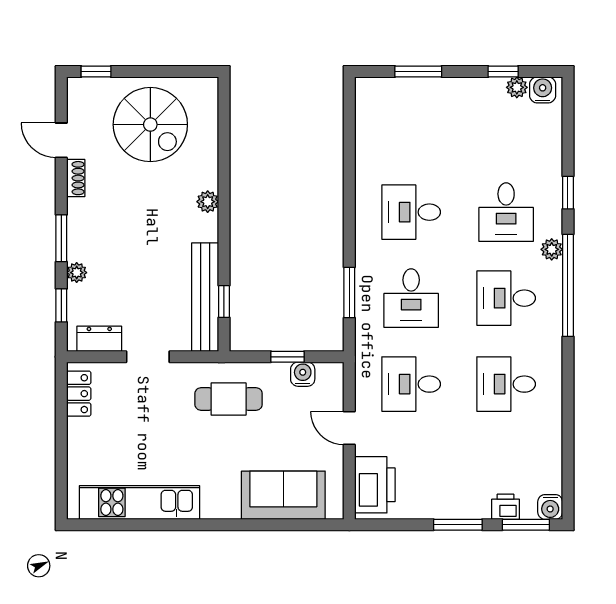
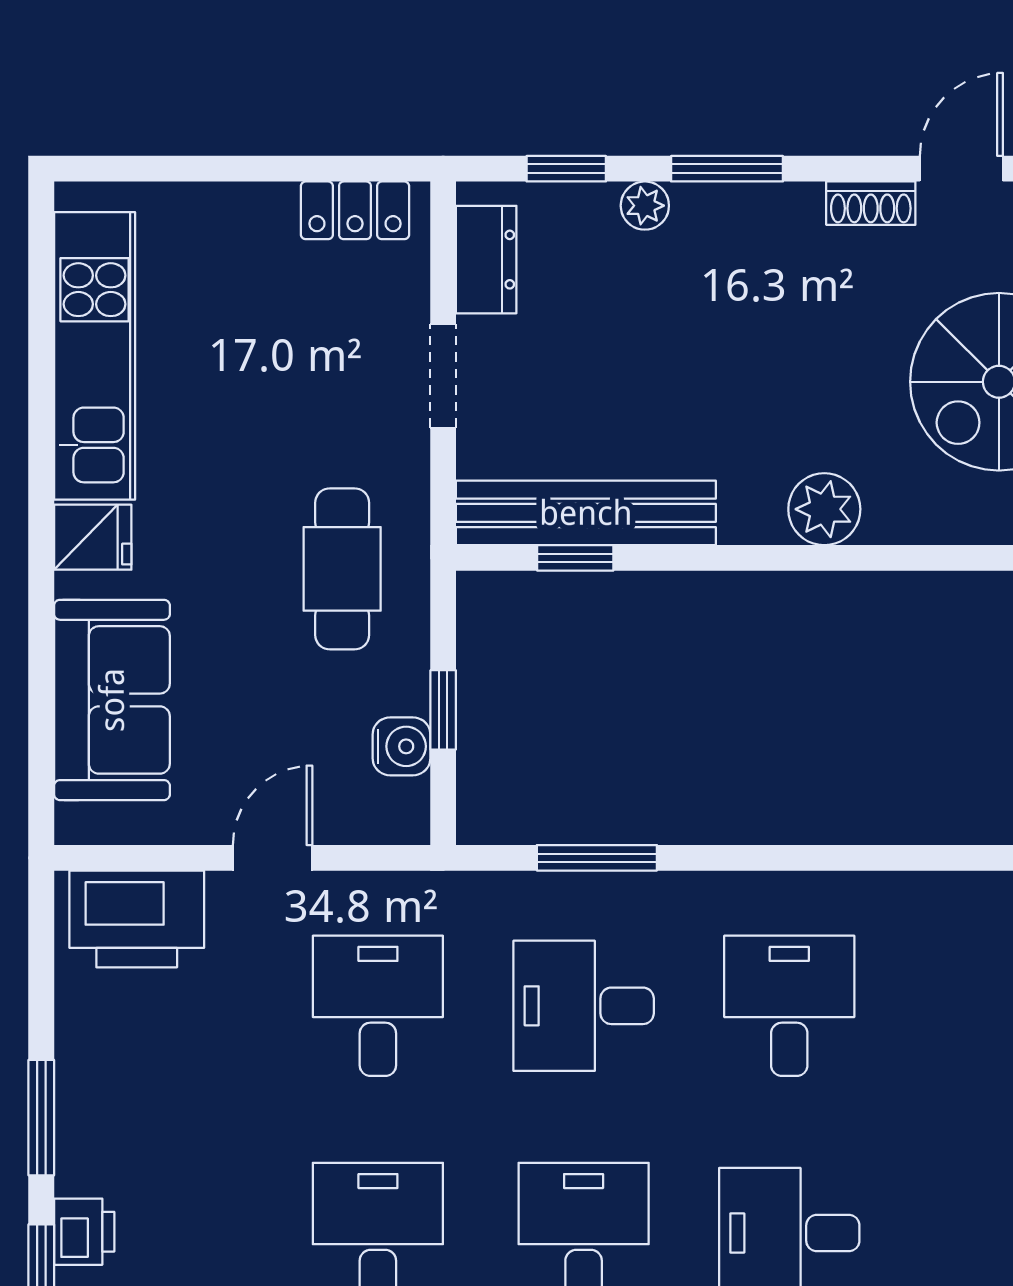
plant: (208, 202) -> (824, 509), width x1.38, depth x1.38
fridge: (215, 503) -> (93, 537), added

